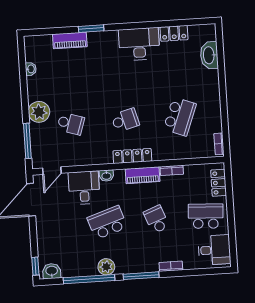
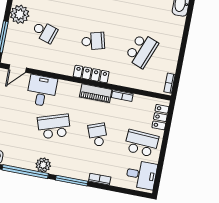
washbasin: (106, 176) -> (64, 85), removed

